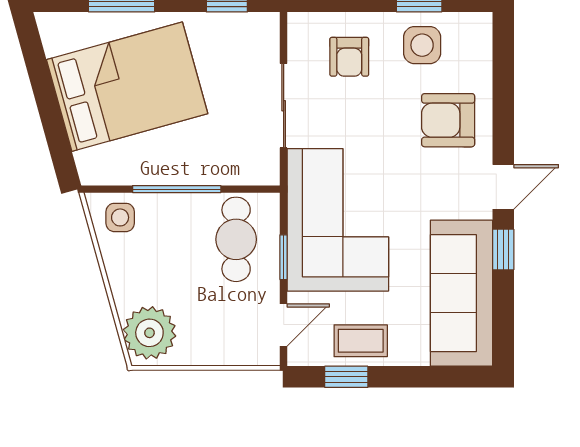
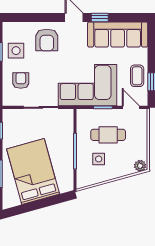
armchair: (349, 57) -> (21, 80), turned -90
side table: (120, 217) -> (99, 159), moved
cafe table: (236, 239) -> (108, 135), moved
plant: (149, 333) -> (140, 166), width x0.53, depth x0.53

